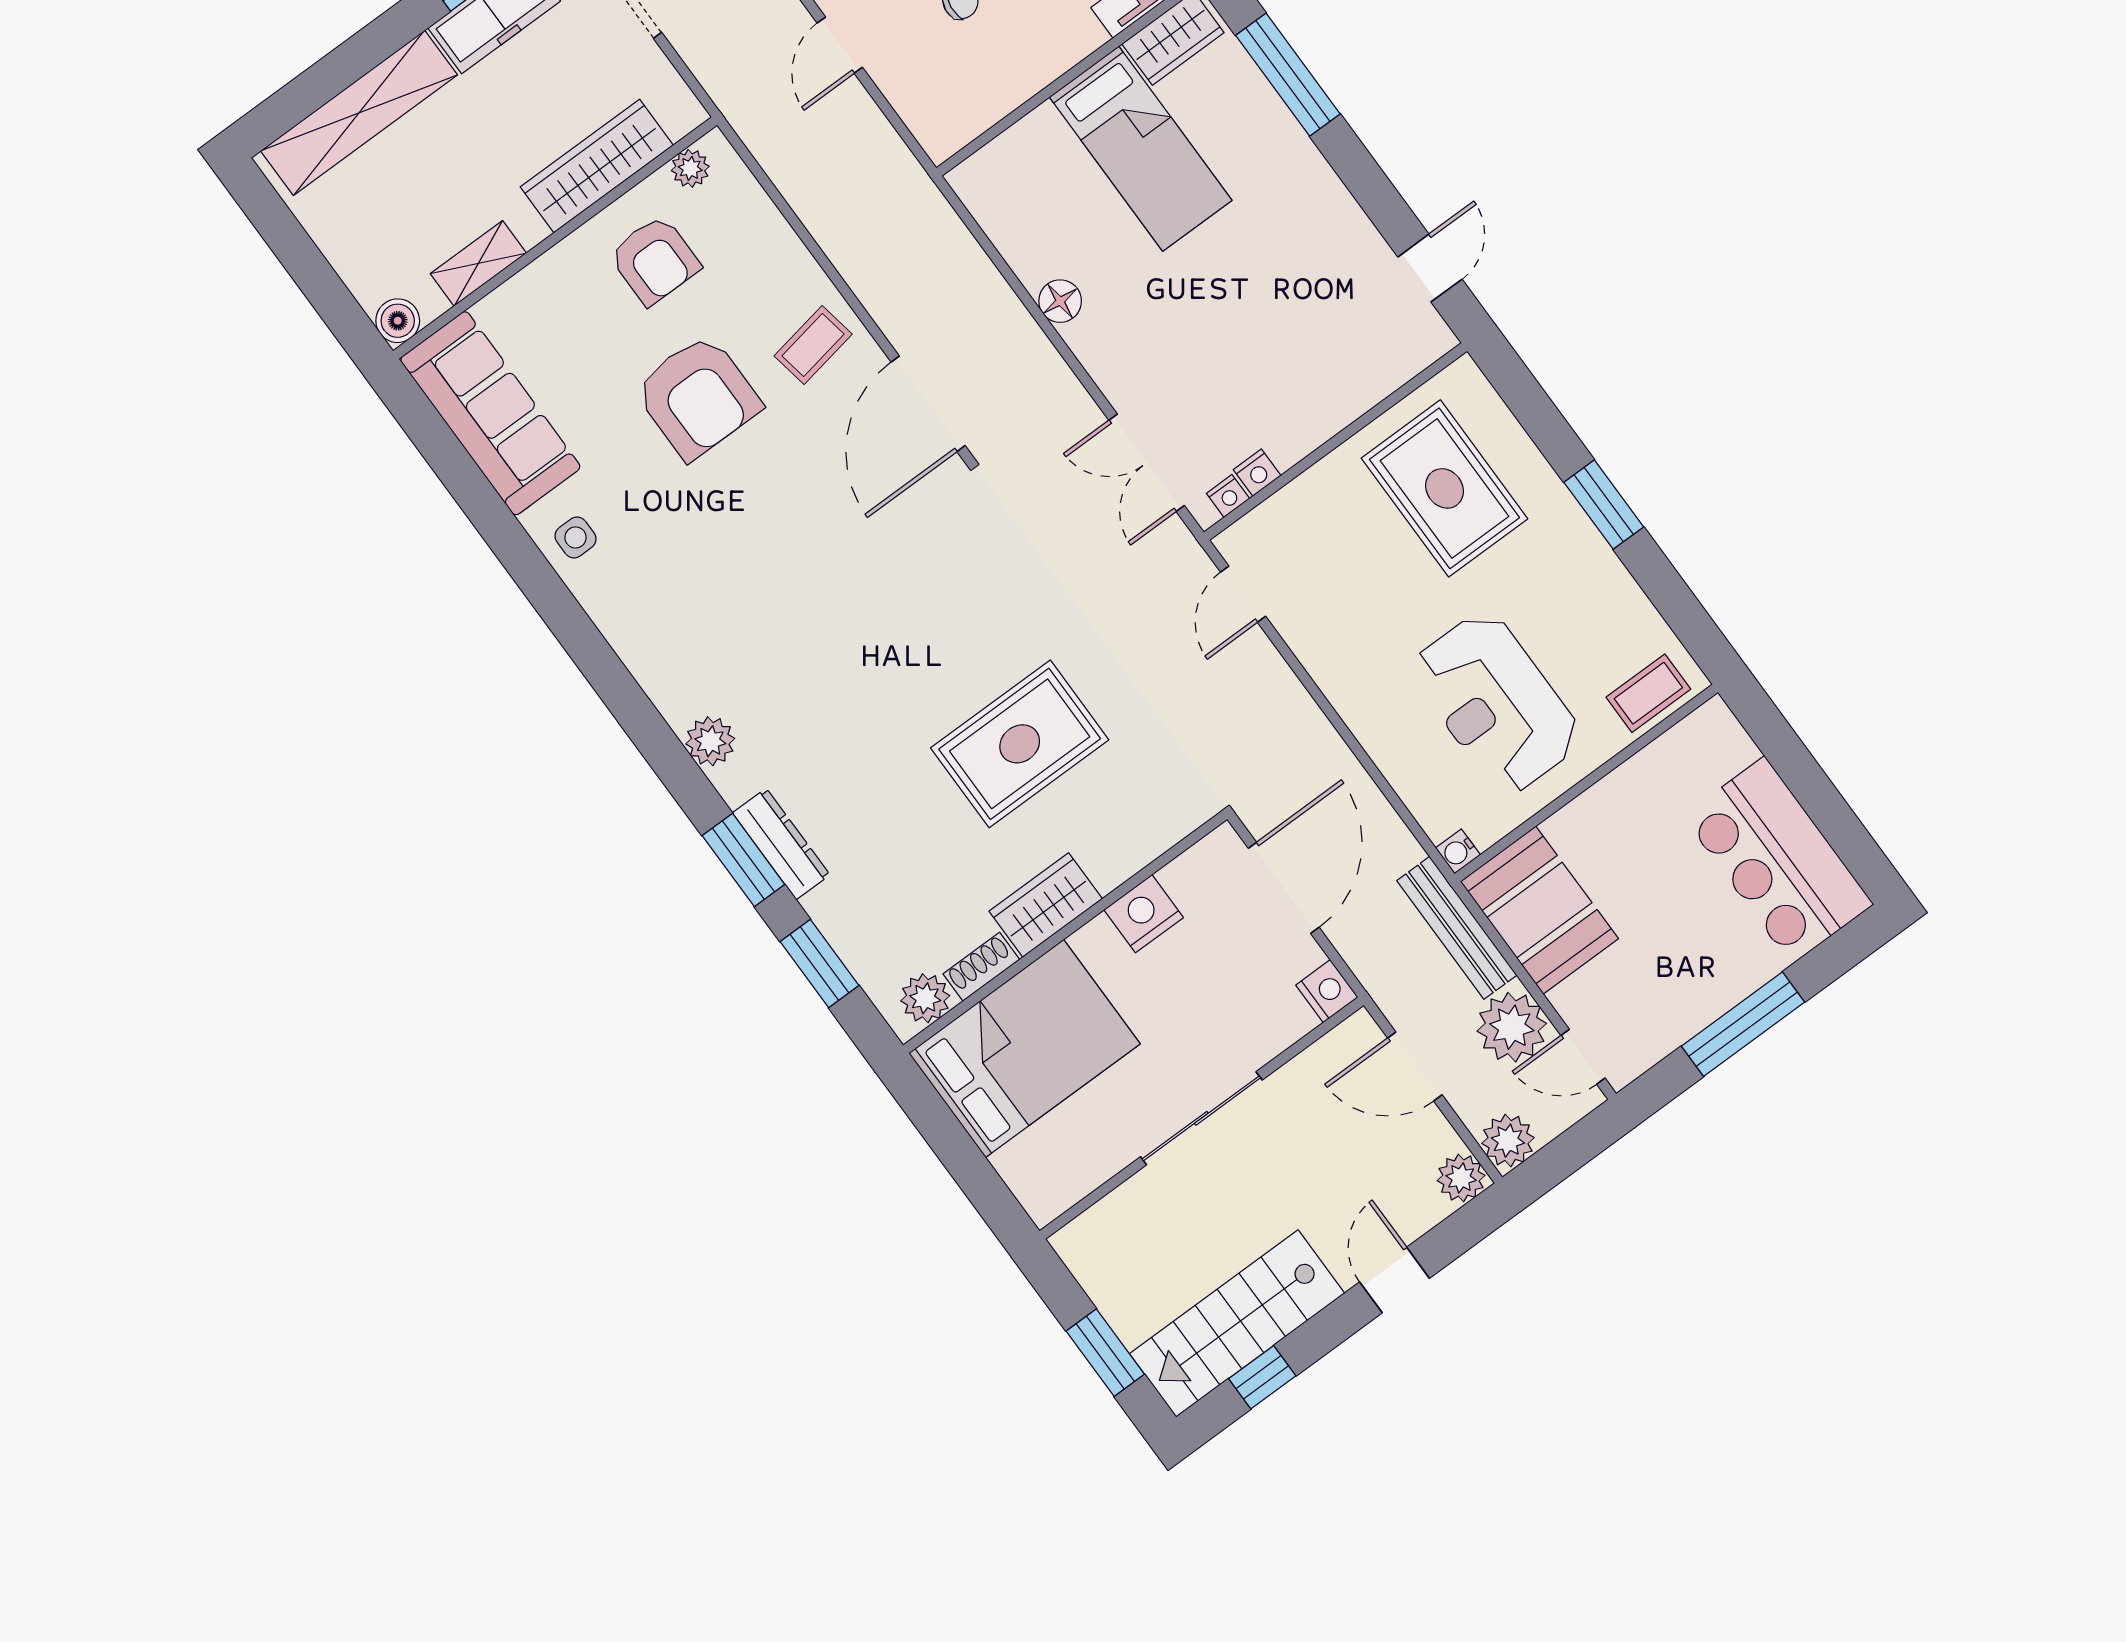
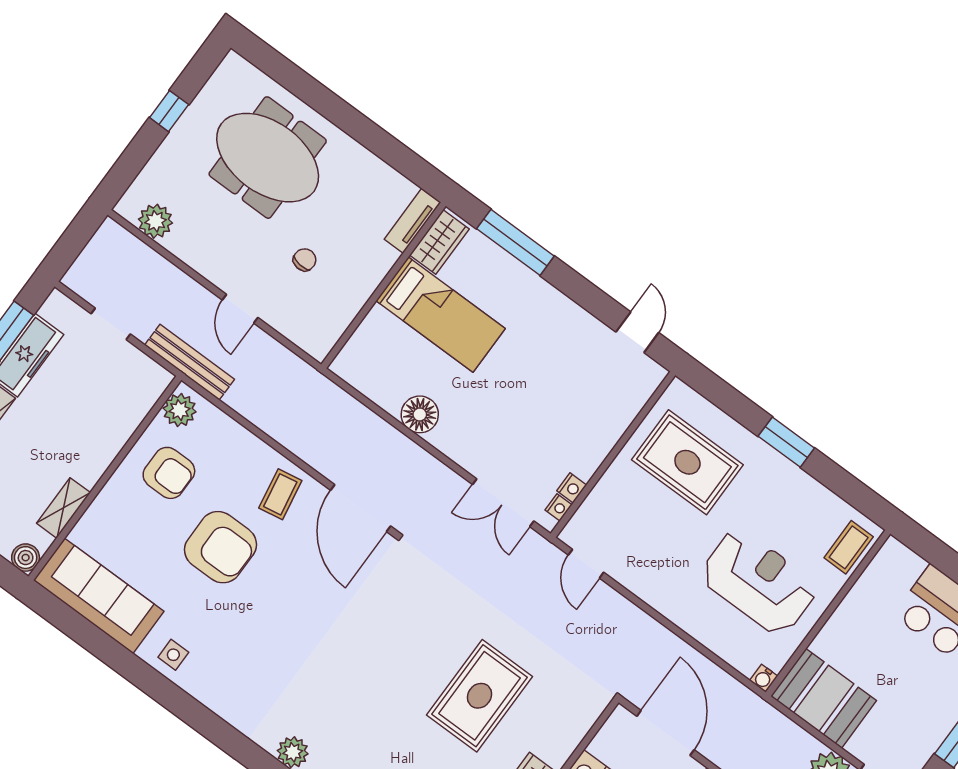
wardrobe: (597, 166) -> (116, 427), removed
plant: (690, 168) -> (180, 410), width x1.38, depth x1.38
floor lamp: (1060, 301) -> (420, 414), width x1.38, depth x1.38
reception desk: (1496, 703) -> (759, 582), turned 180
bench: (1457, 928) -> (190, 362), moved

